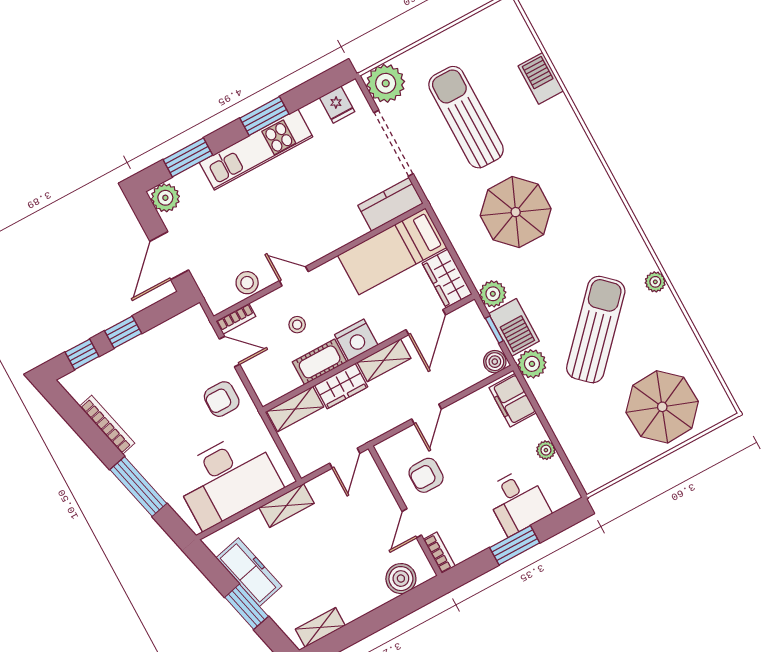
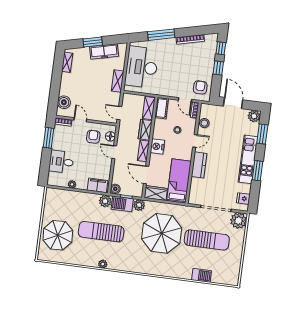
kitchen counter: (390, 204) -> (199, 165), moved
parasol: (516, 212) -> (162, 233), width x1.36, depth x1.36
sun lounger: (596, 329) -> (101, 232), turned 137
door: (229, 352) -> (185, 100), hinge flipped
cot: (320, 362) -> (162, 108), moved
armchair: (222, 399) -> (200, 87), moved
floor lamp: (402, 443) -> (110, 136), added
window: (515, 545) -> (49, 138), moved

